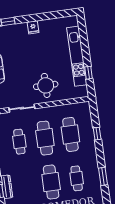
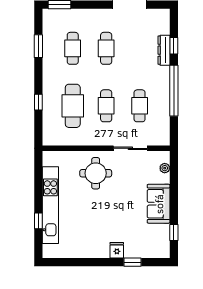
fridge: (33, 27) -> (117, 250), moved
window: (89, 73) -> (38, 221), moved
cafe table: (45, 138) -> (106, 106), width x0.73, depth x0.74
cafe table: (51, 182) -> (106, 48), width x0.73, depth x0.74

